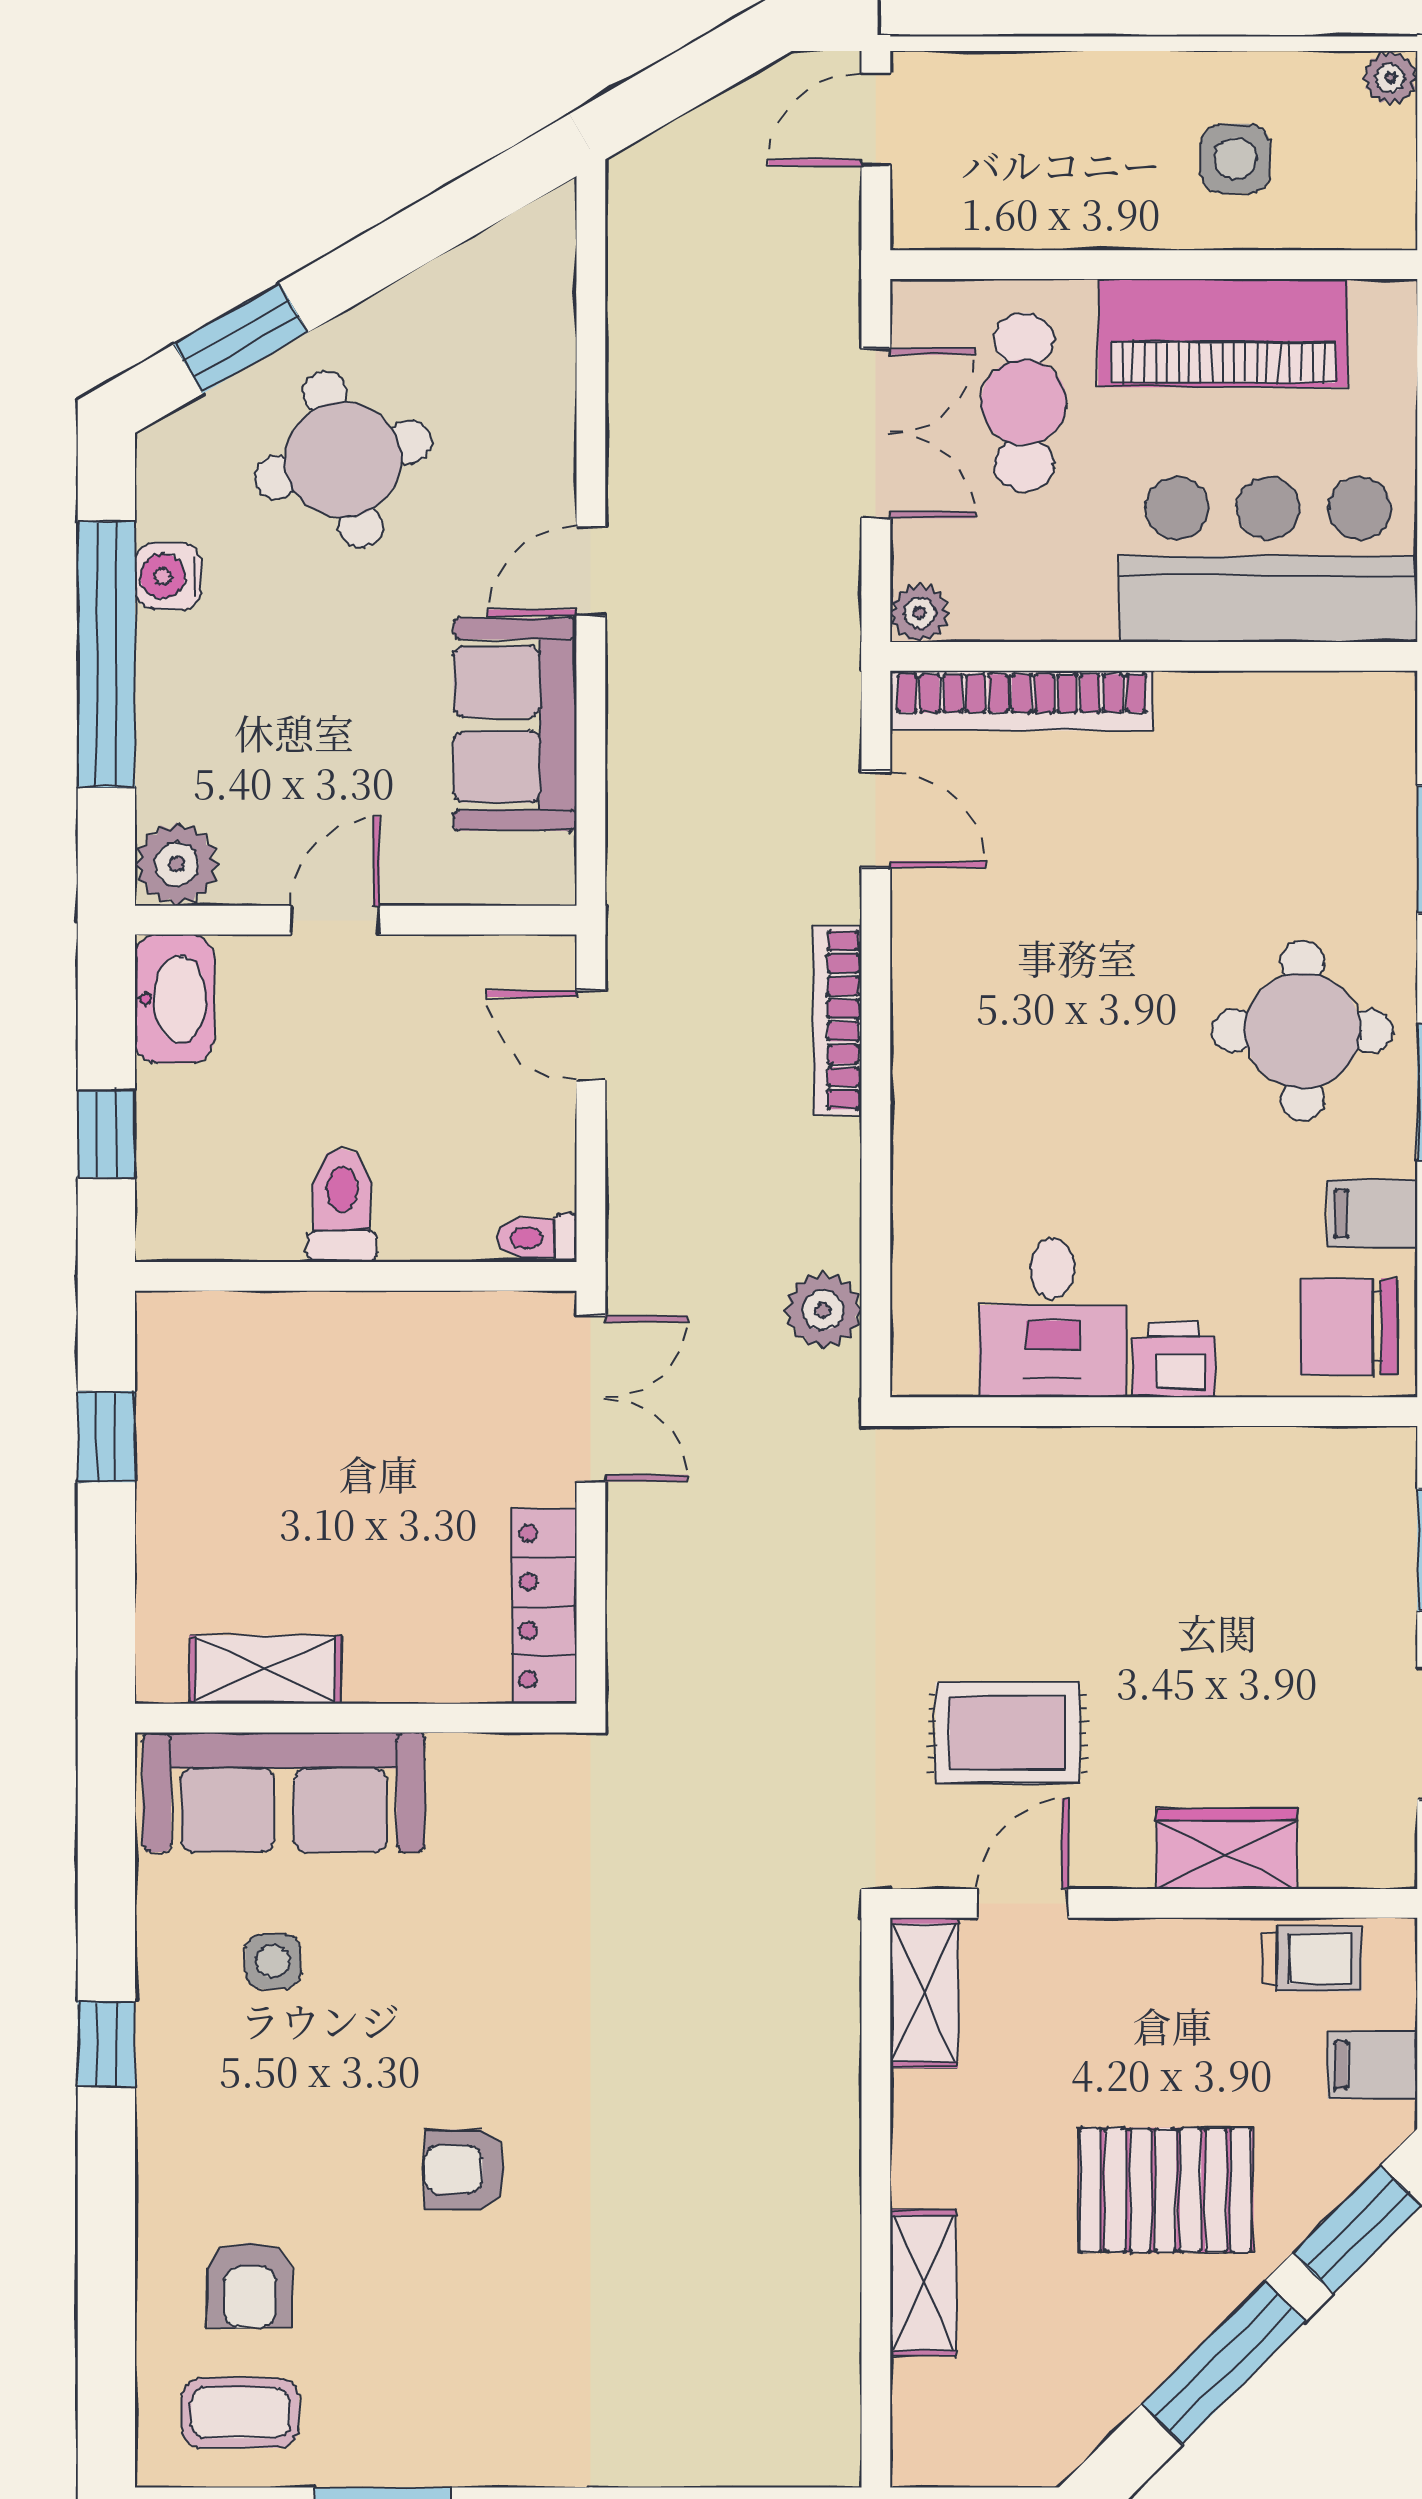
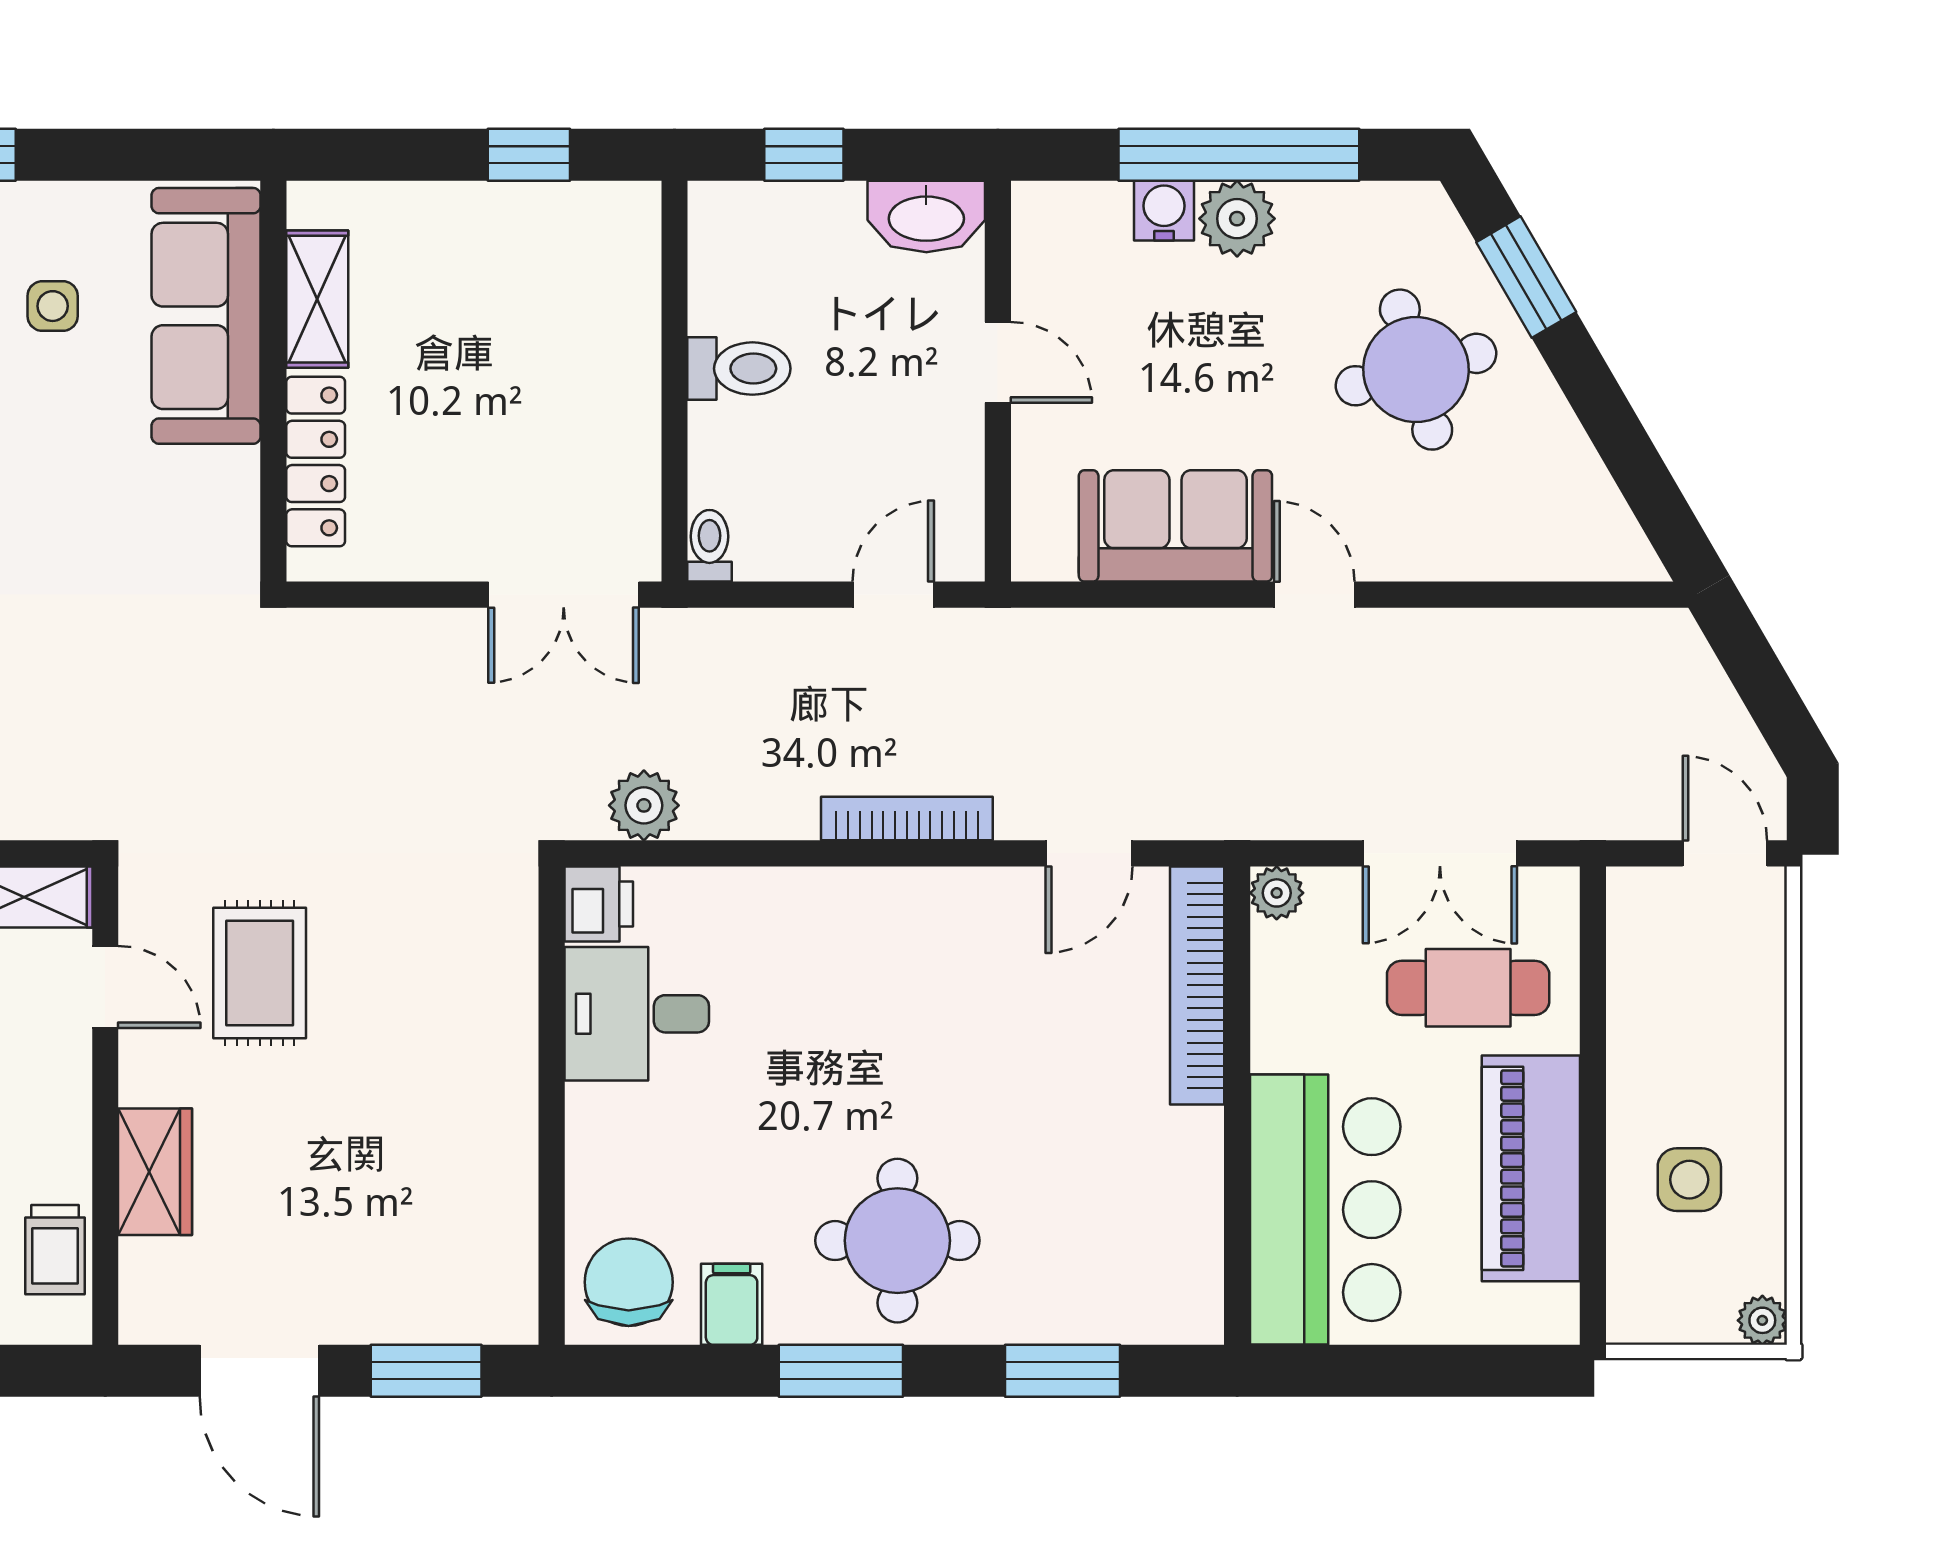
water cooler: (168, 576) -> (1164, 211), moved
plant: (177, 864) -> (1237, 219), moved
printer: (1174, 1360) -> (599, 904), moved
locker: (544, 1606) -> (316, 461), moved, turned 90

